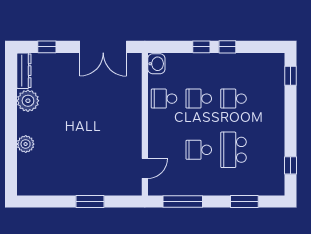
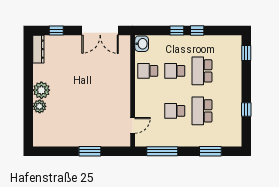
school desk: (234, 99) -> (202, 71), width x1.85
plant: (28, 101) -> (41, 90), moved
window: (290, 165) -> (246, 109), moved

